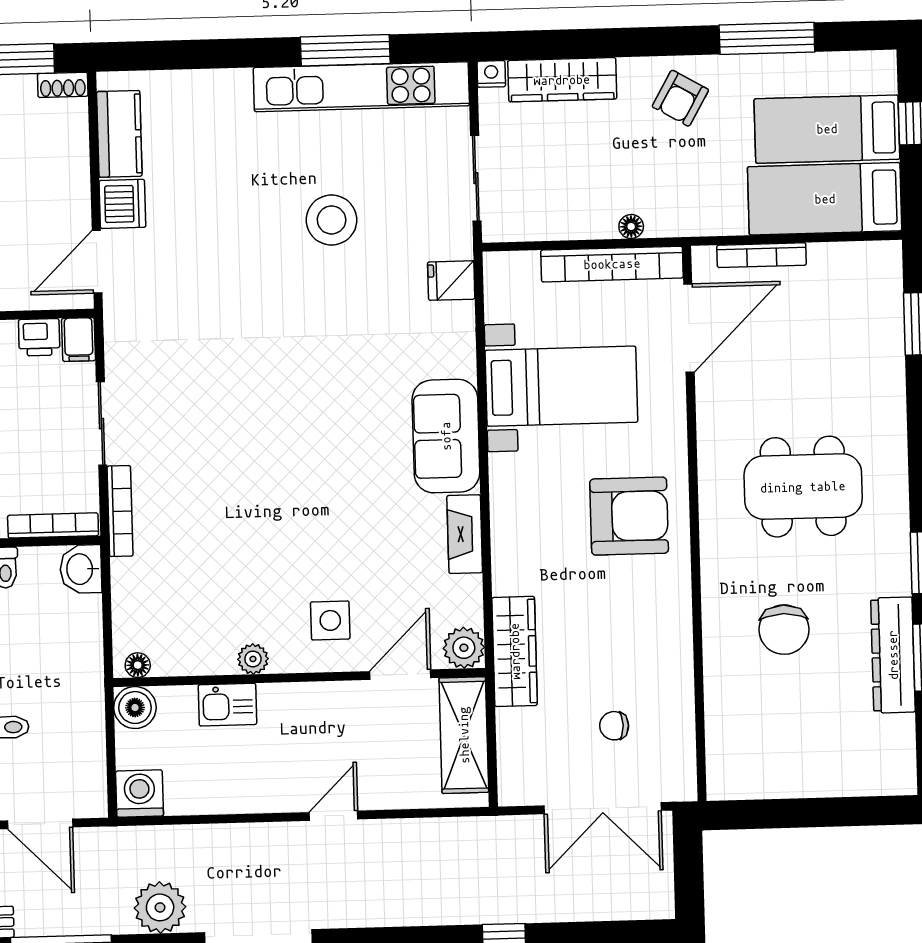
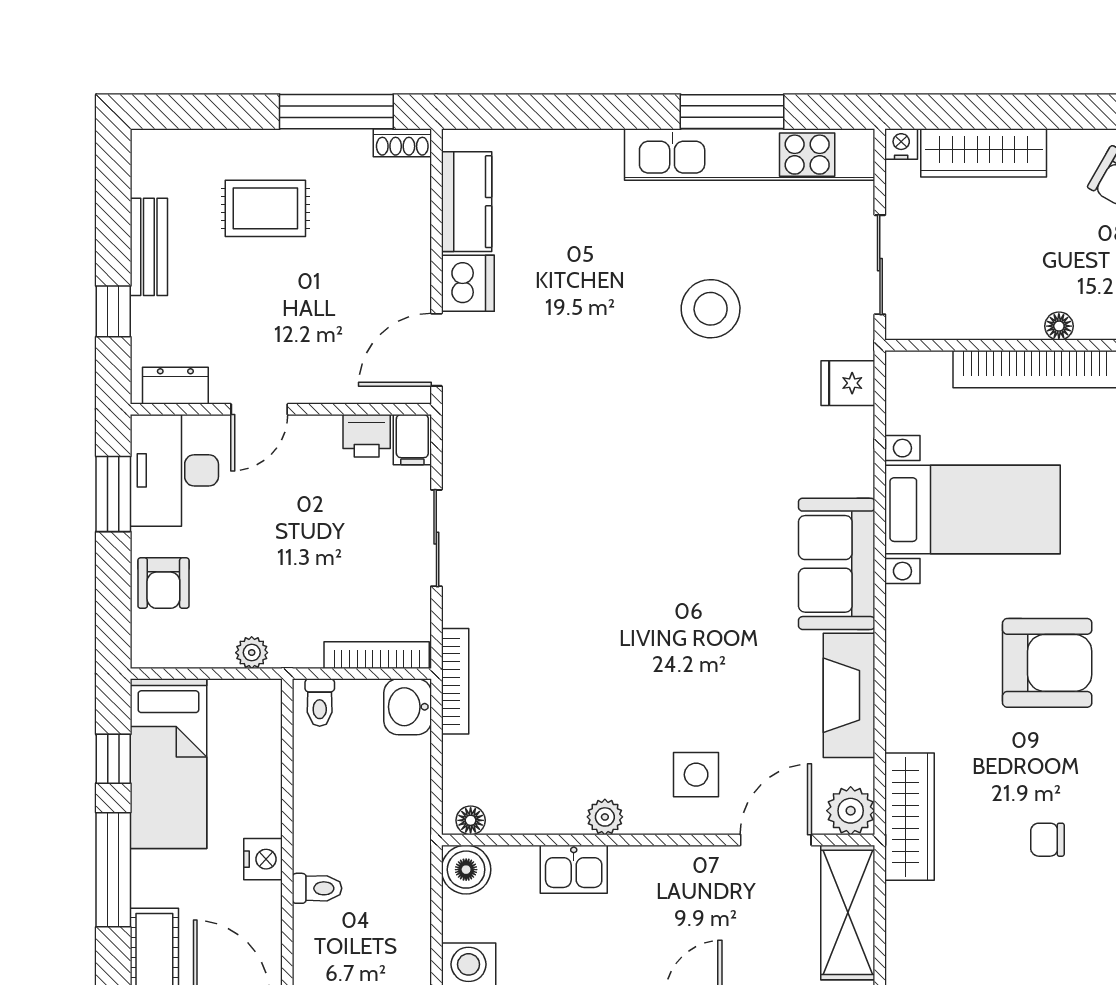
bookcase: (120, 511) -> (455, 681), moved
fireplace: (465, 534) -> (849, 695), width x1.37, depth x1.32
chair: (614, 726) -> (1047, 840), moved

